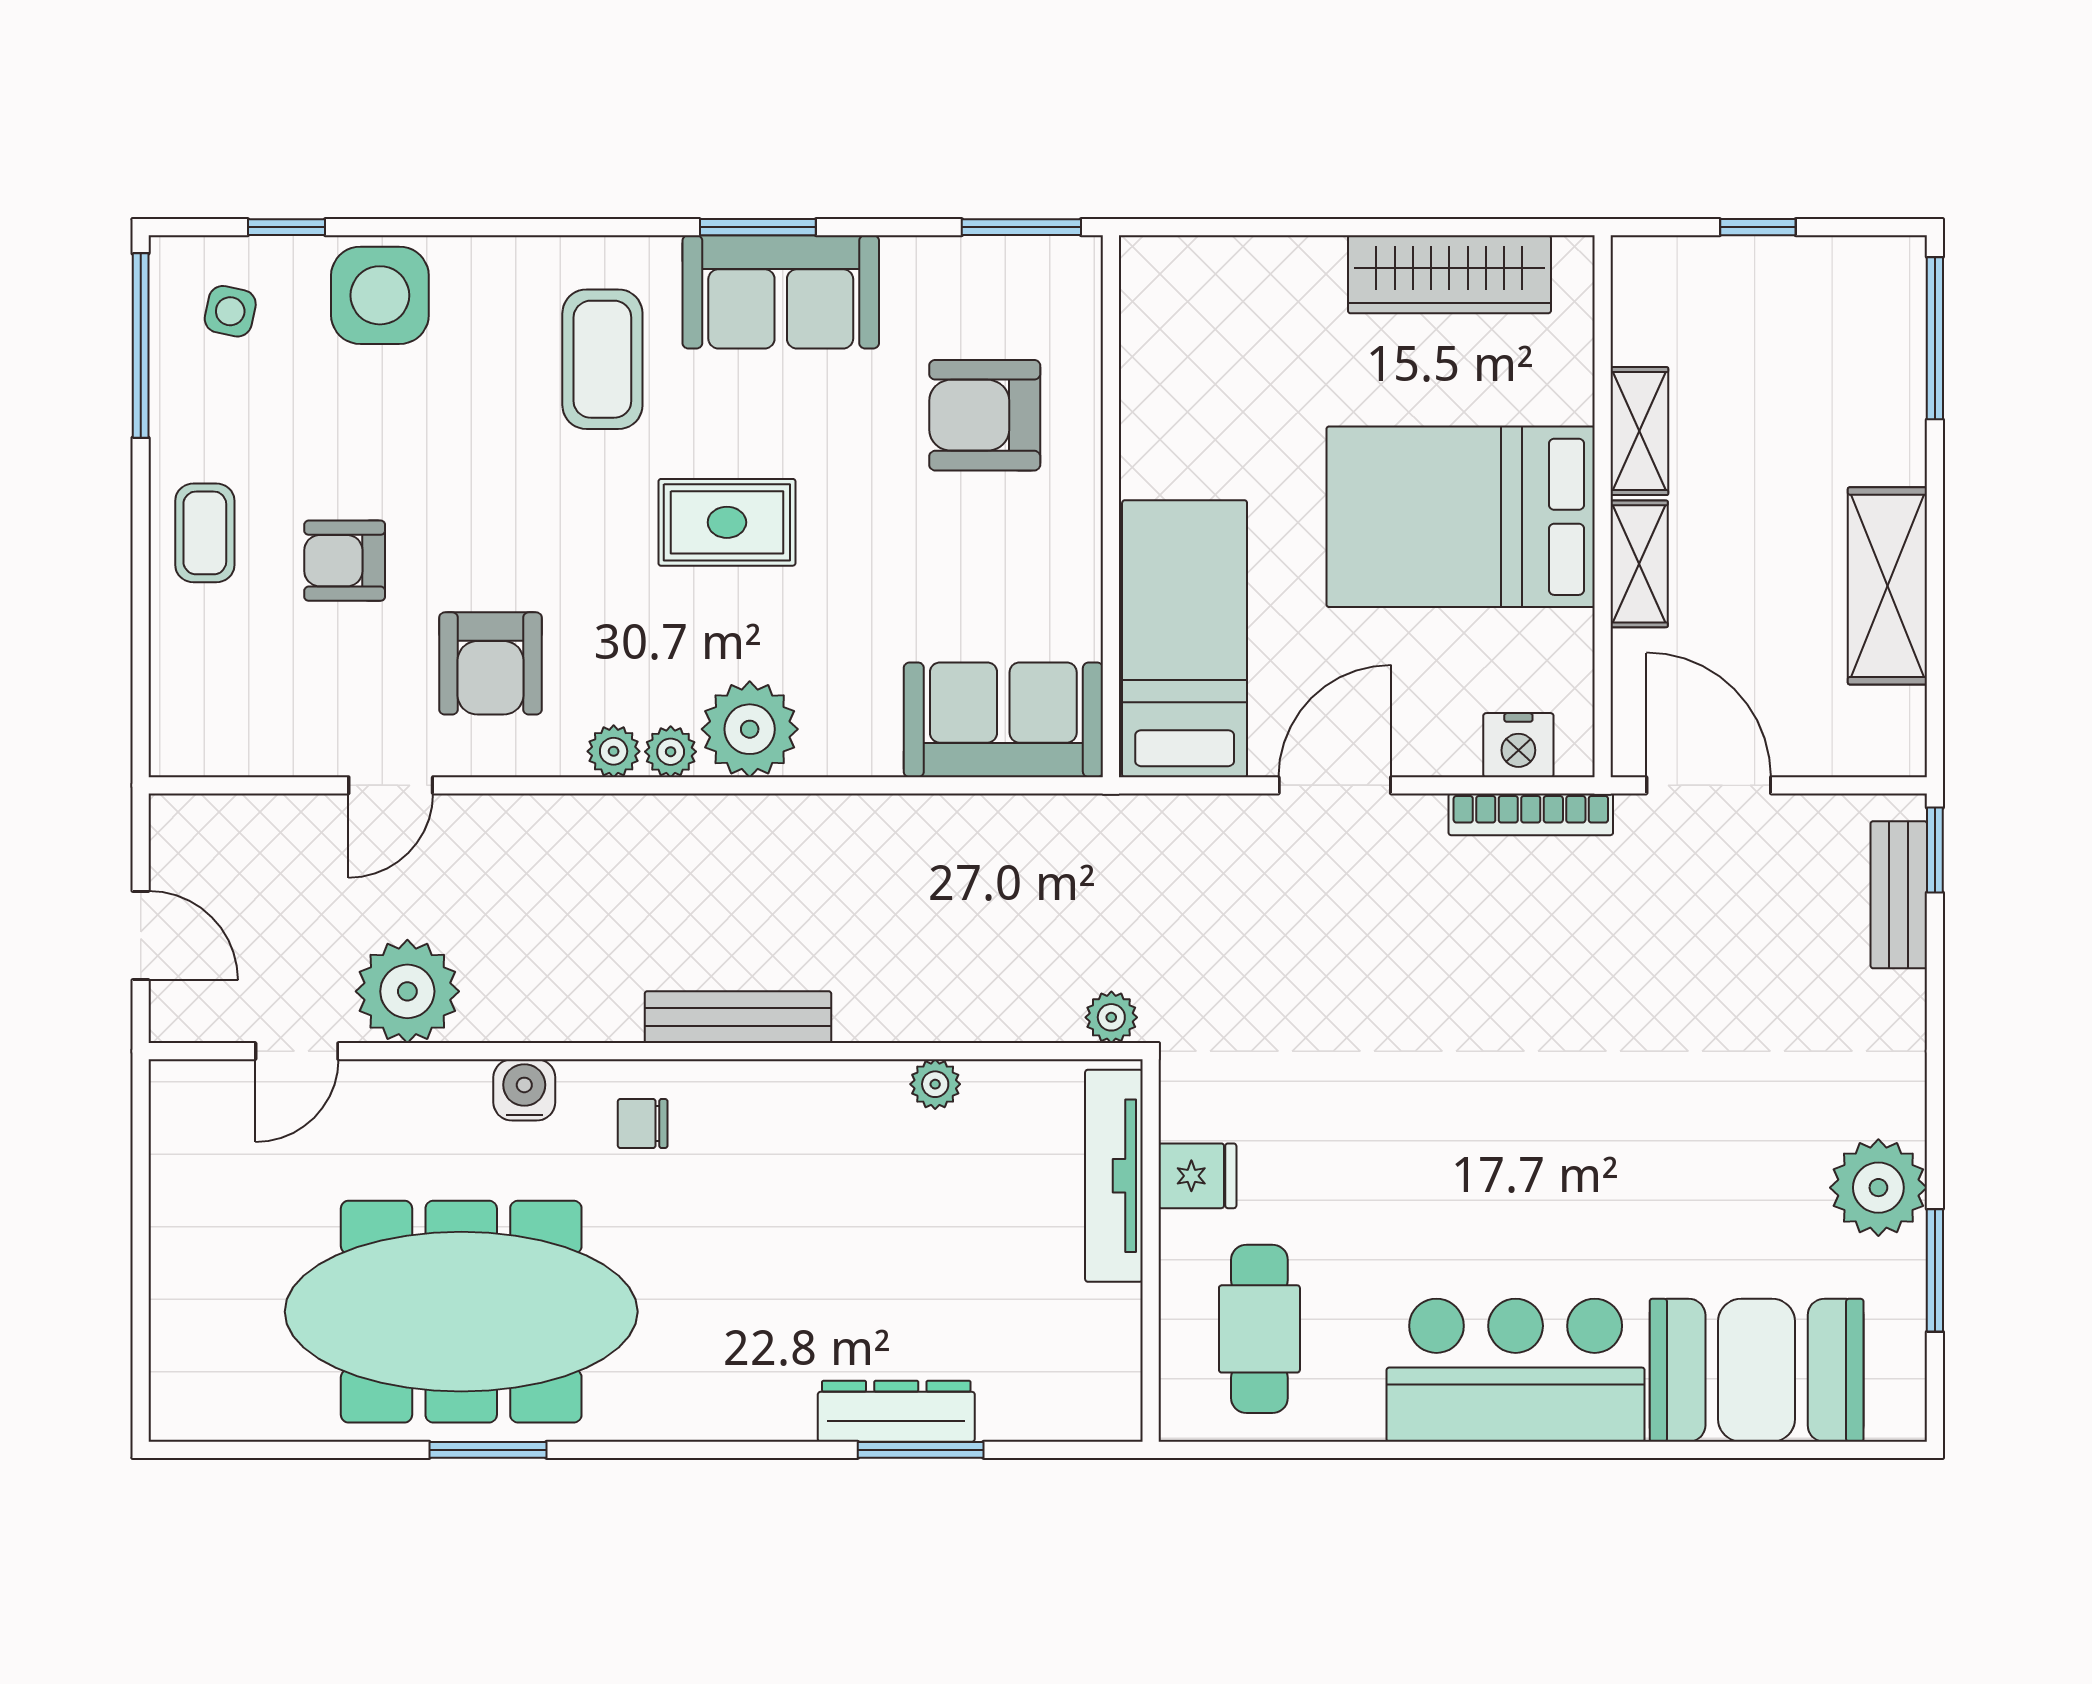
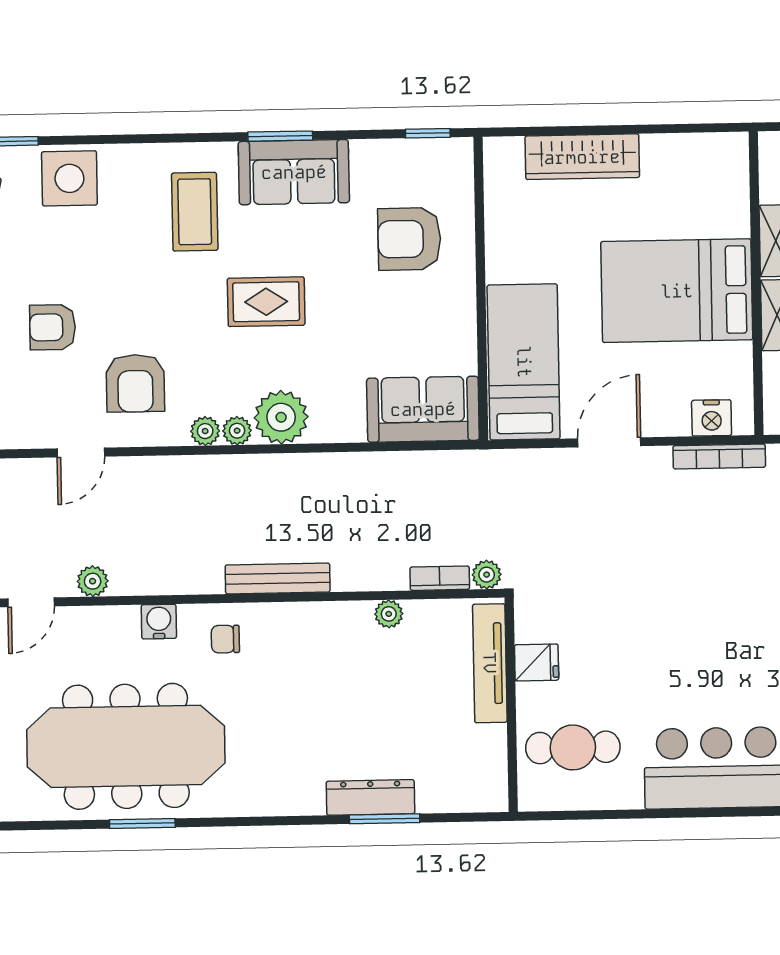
window: (1021, 227) -> (428, 133), width x0.67
wardrobe: (1449, 274) -> (582, 157), moved
plant: (407, 991) -> (93, 581), width x0.53, depth x0.53
bookcase: (1027, 1022) -> (440, 578), added
cafe table: (1259, 1329) -> (573, 747), turned 90

